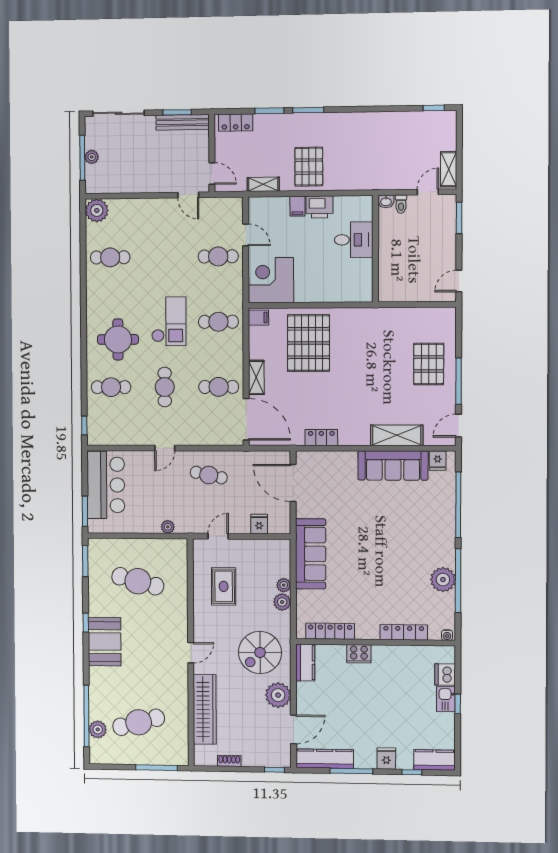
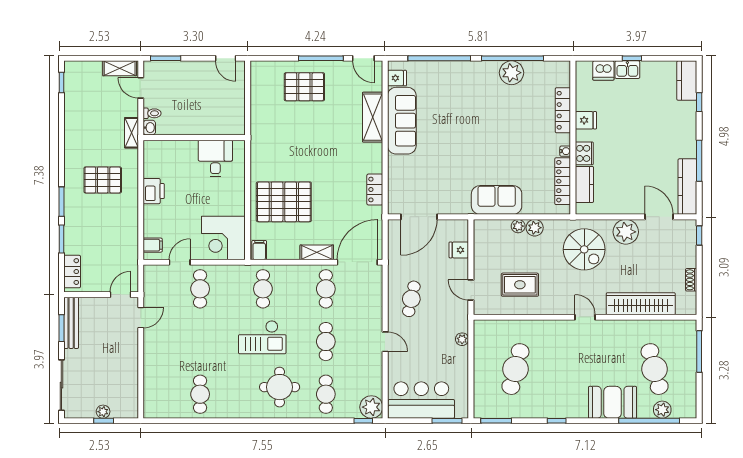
window: (82, 158) -> (104, 421), width x0.46
pallet: (309, 167) -> (103, 180), moved
shelving: (263, 184) -> (131, 133), moved
filing cabinet: (297, 206) -> (153, 245), moved
plant: (97, 210) -> (371, 407), moved
desk: (354, 240) -> (215, 158), moved
checkout: (169, 321) -> (262, 337), turned 180
cafe table: (165, 387) -> (326, 342), turned 90
sofa: (311, 554) -> (497, 200), width x0.73
water cooler: (447, 635) -> (565, 151), moved
booth: (105, 642) -> (613, 402), moved
kitchen counter: (305, 663) -> (584, 184), moved, turned 90
fridge: (386, 758) -> (586, 120), moved, turned 180

